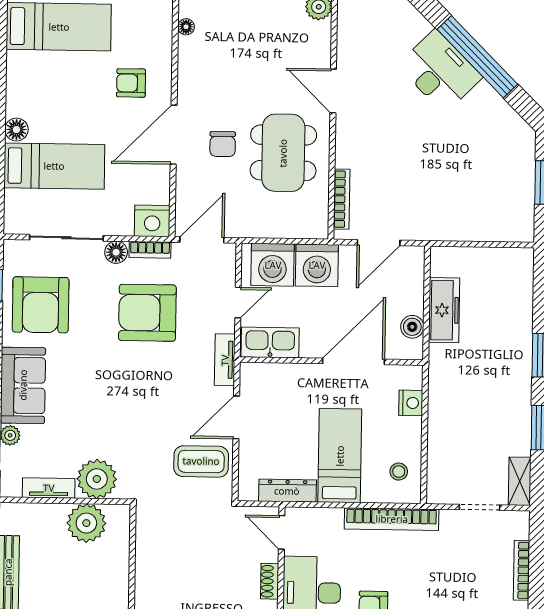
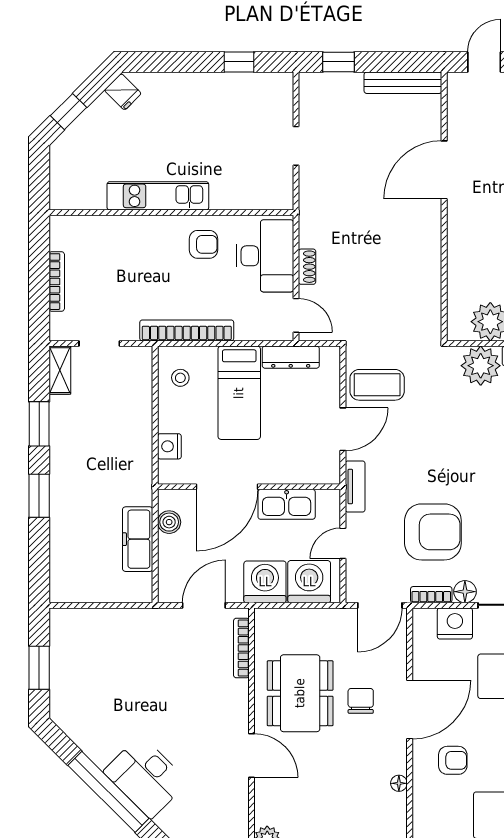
floor lamp: (186, 27) -> (399, 783), moved
nightstand: (152, 221) -> (455, 623), moved
kitchen sink: (270, 342) -> (287, 504), moved

